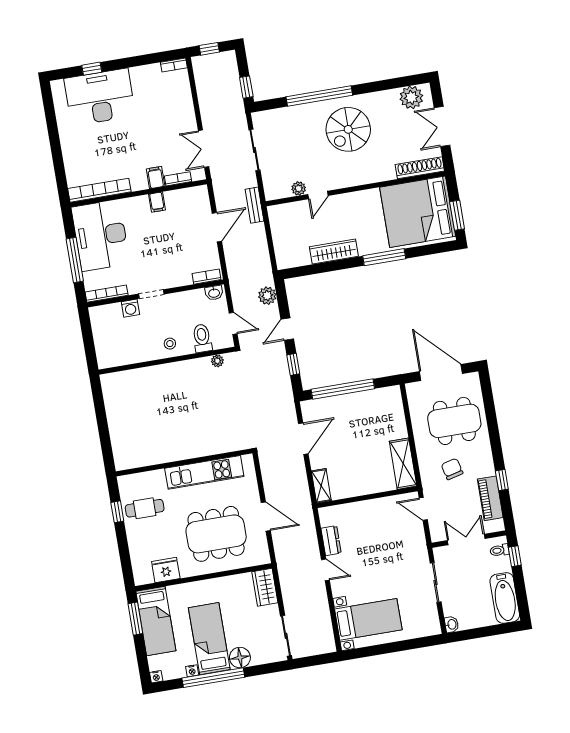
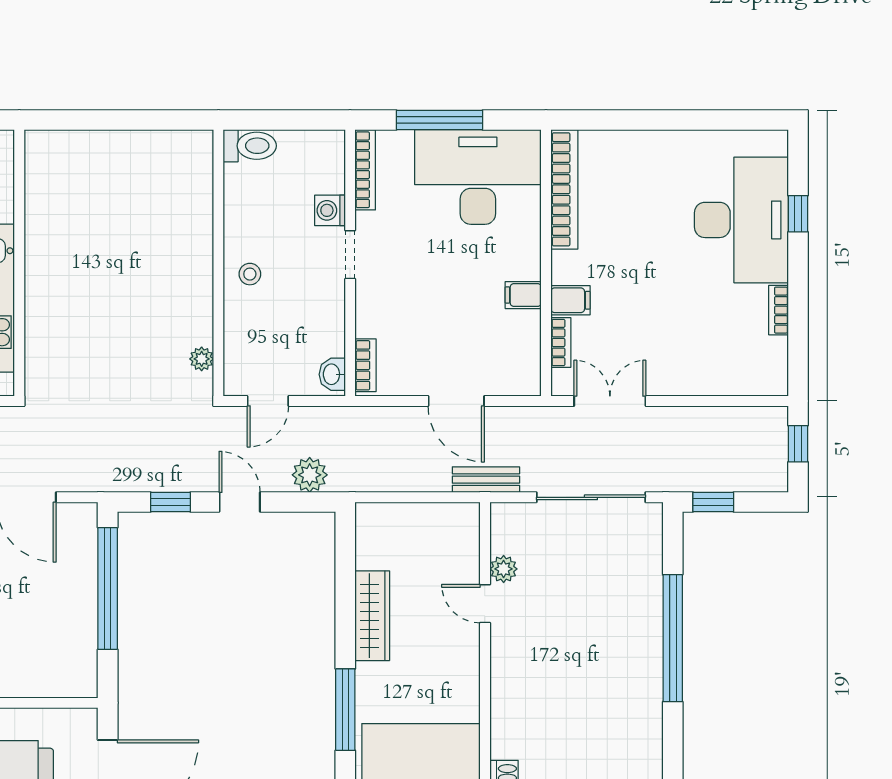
bookcase: (174, 65) -> (779, 310), moved
spiral stairs: (348, 129) -> (600, 682), removed
sliding door: (254, 150) -> (591, 497), width x1.37
toilet: (202, 338) -> (250, 146), moved

